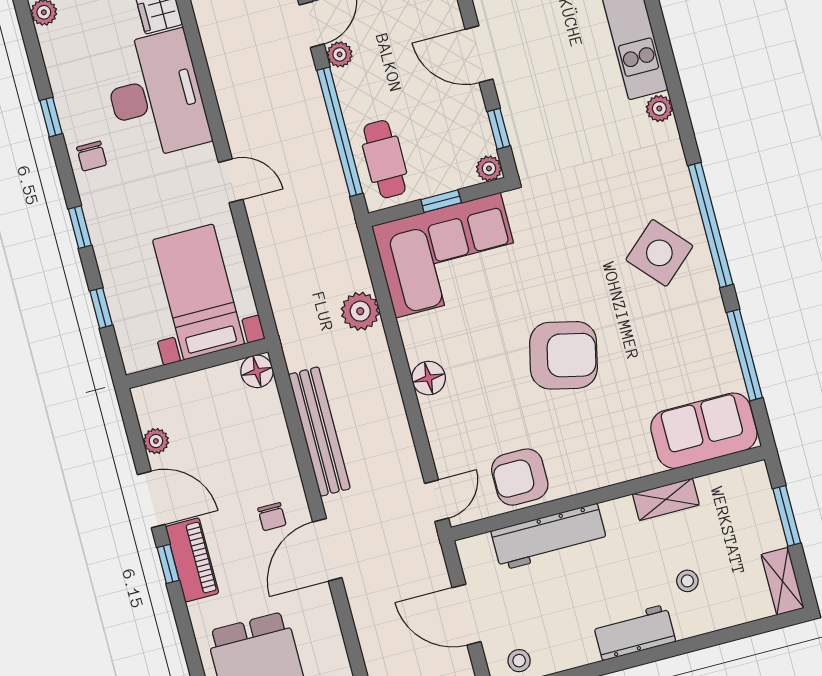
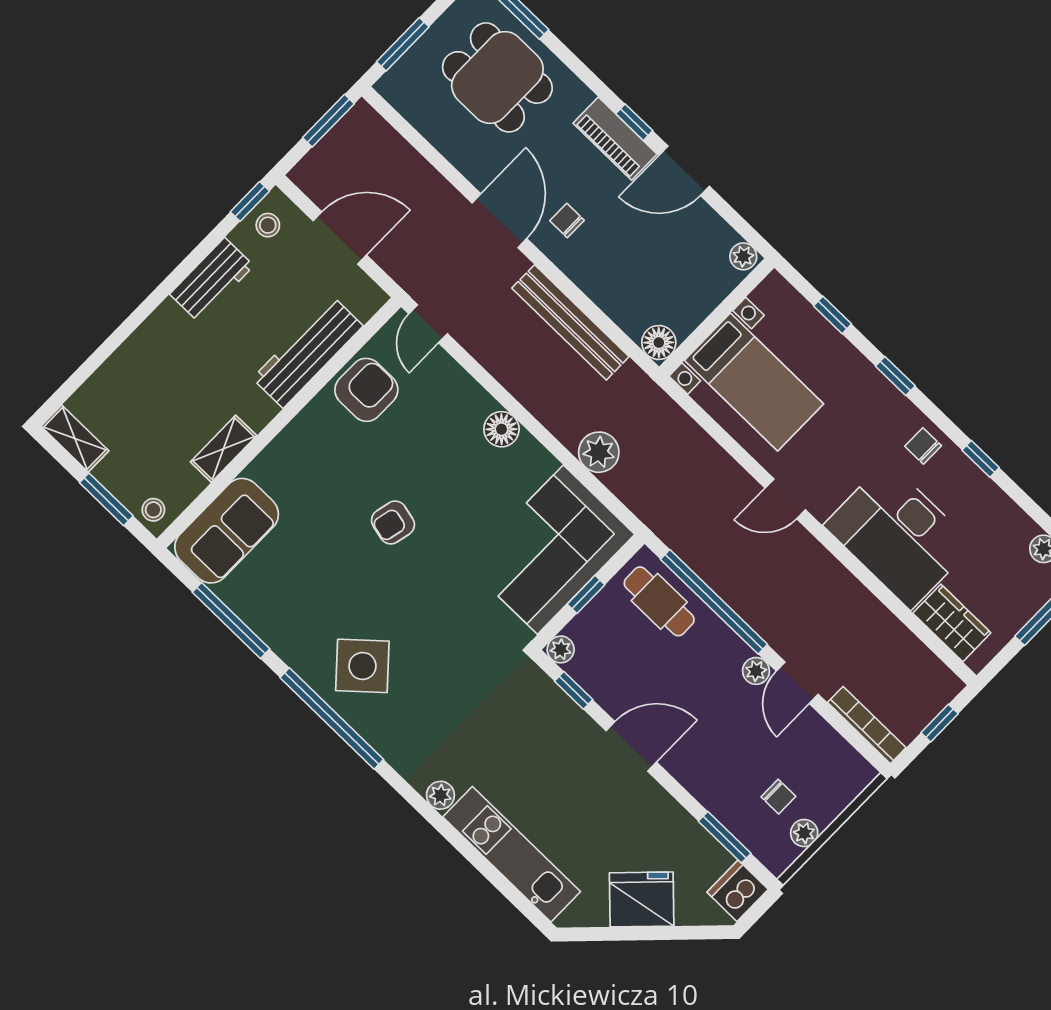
armchair: (563, 355) -> (393, 522), width x0.53, depth x0.53
plant: (156, 441) -> (743, 256), moved
stool: (687, 581) -> (153, 510), moved
workbench: (634, 632) -> (212, 280), moved

